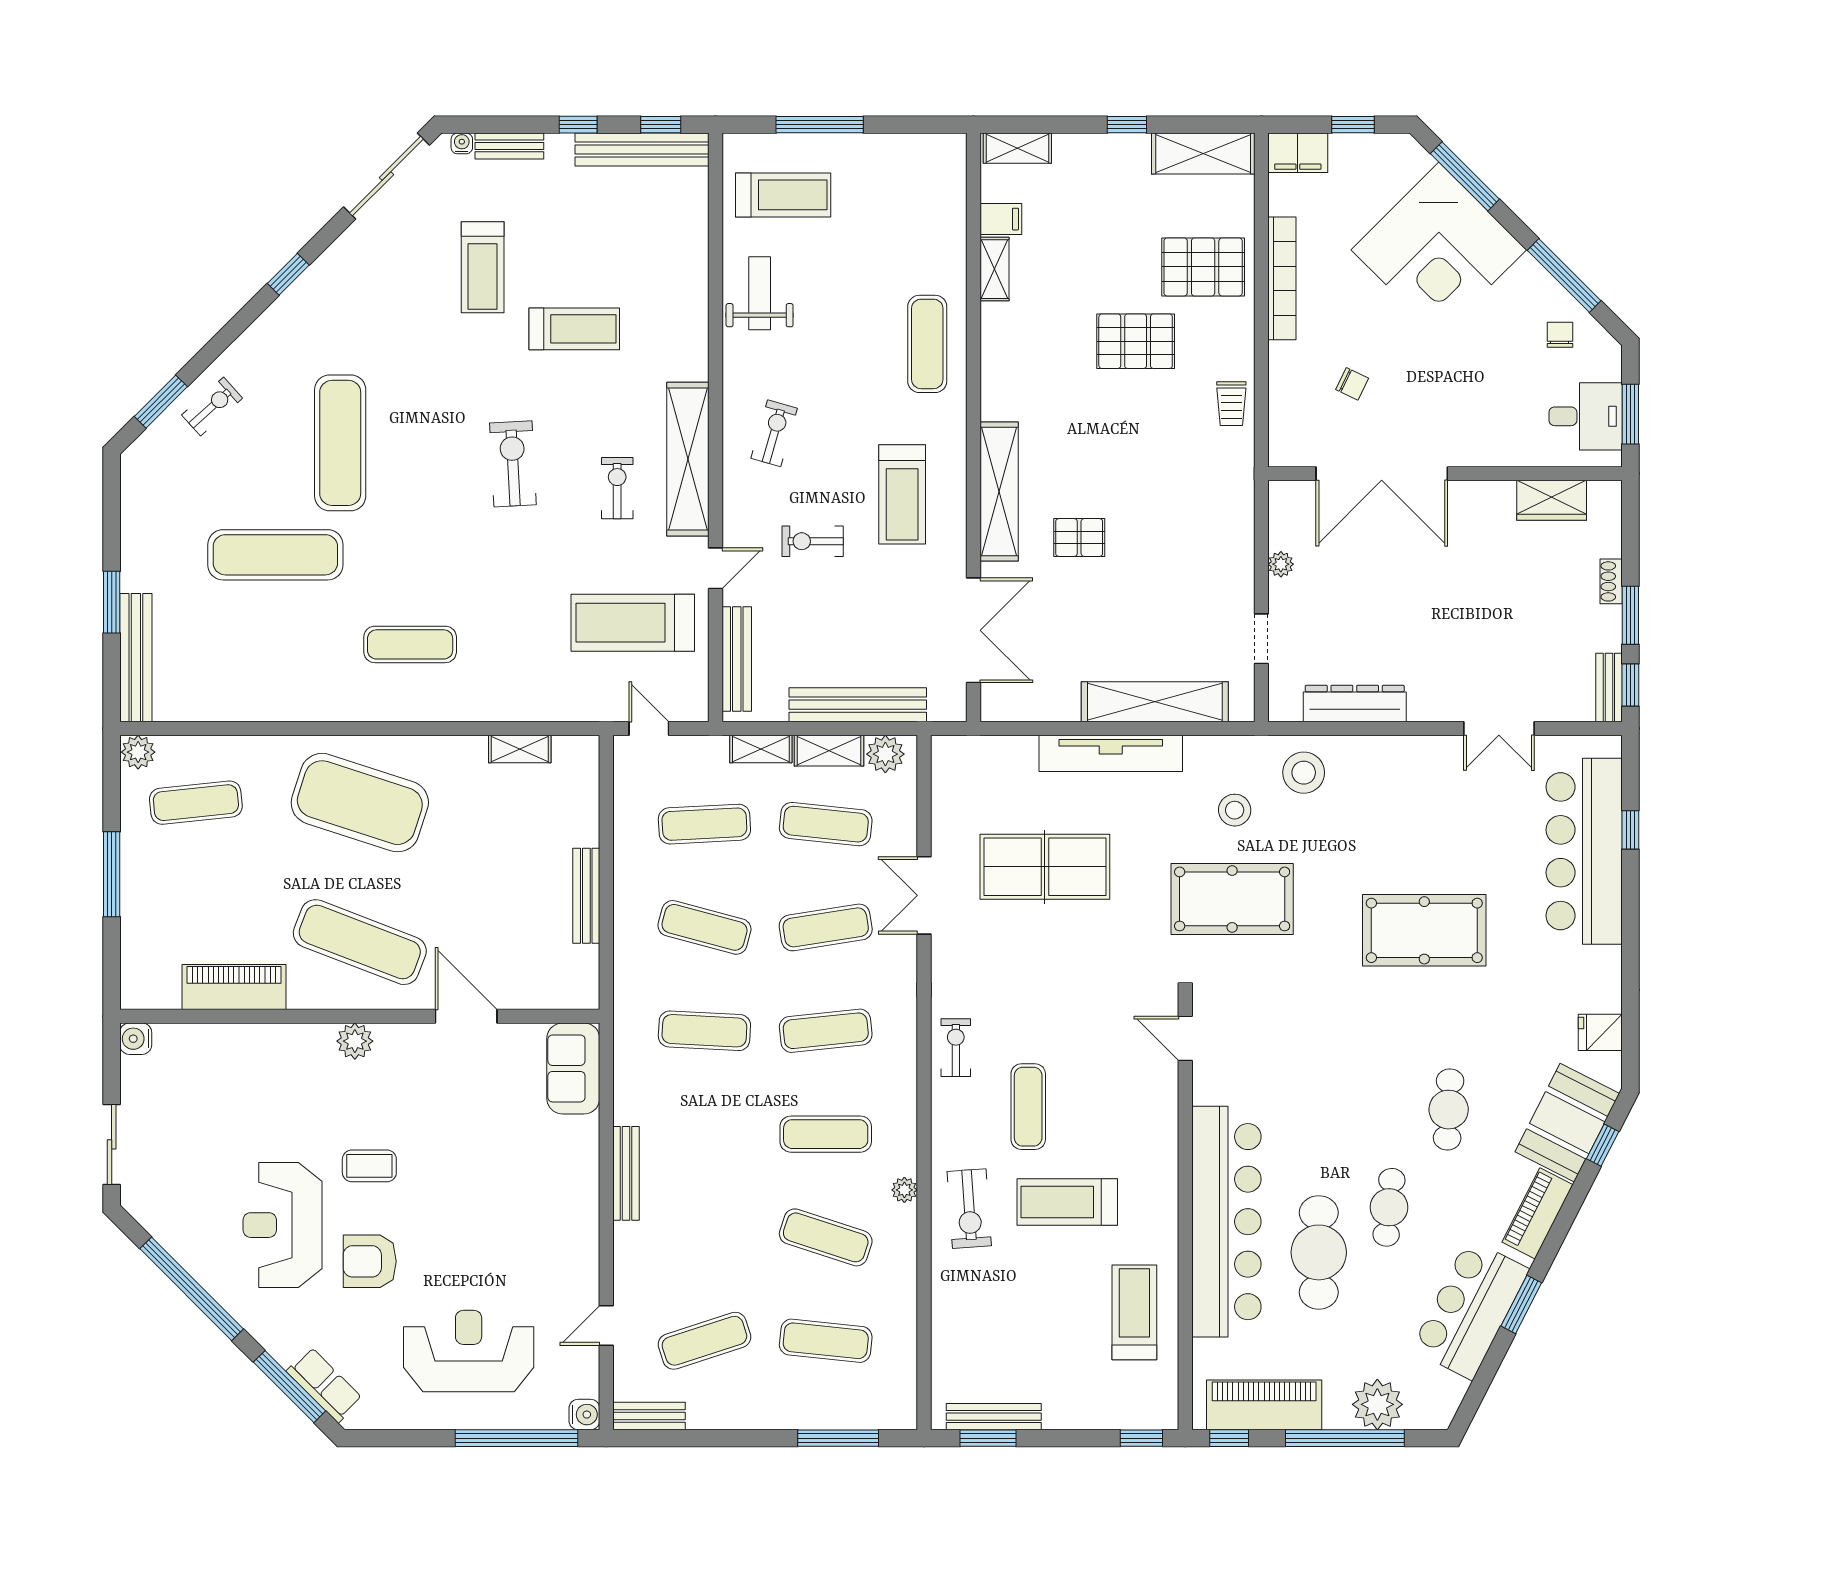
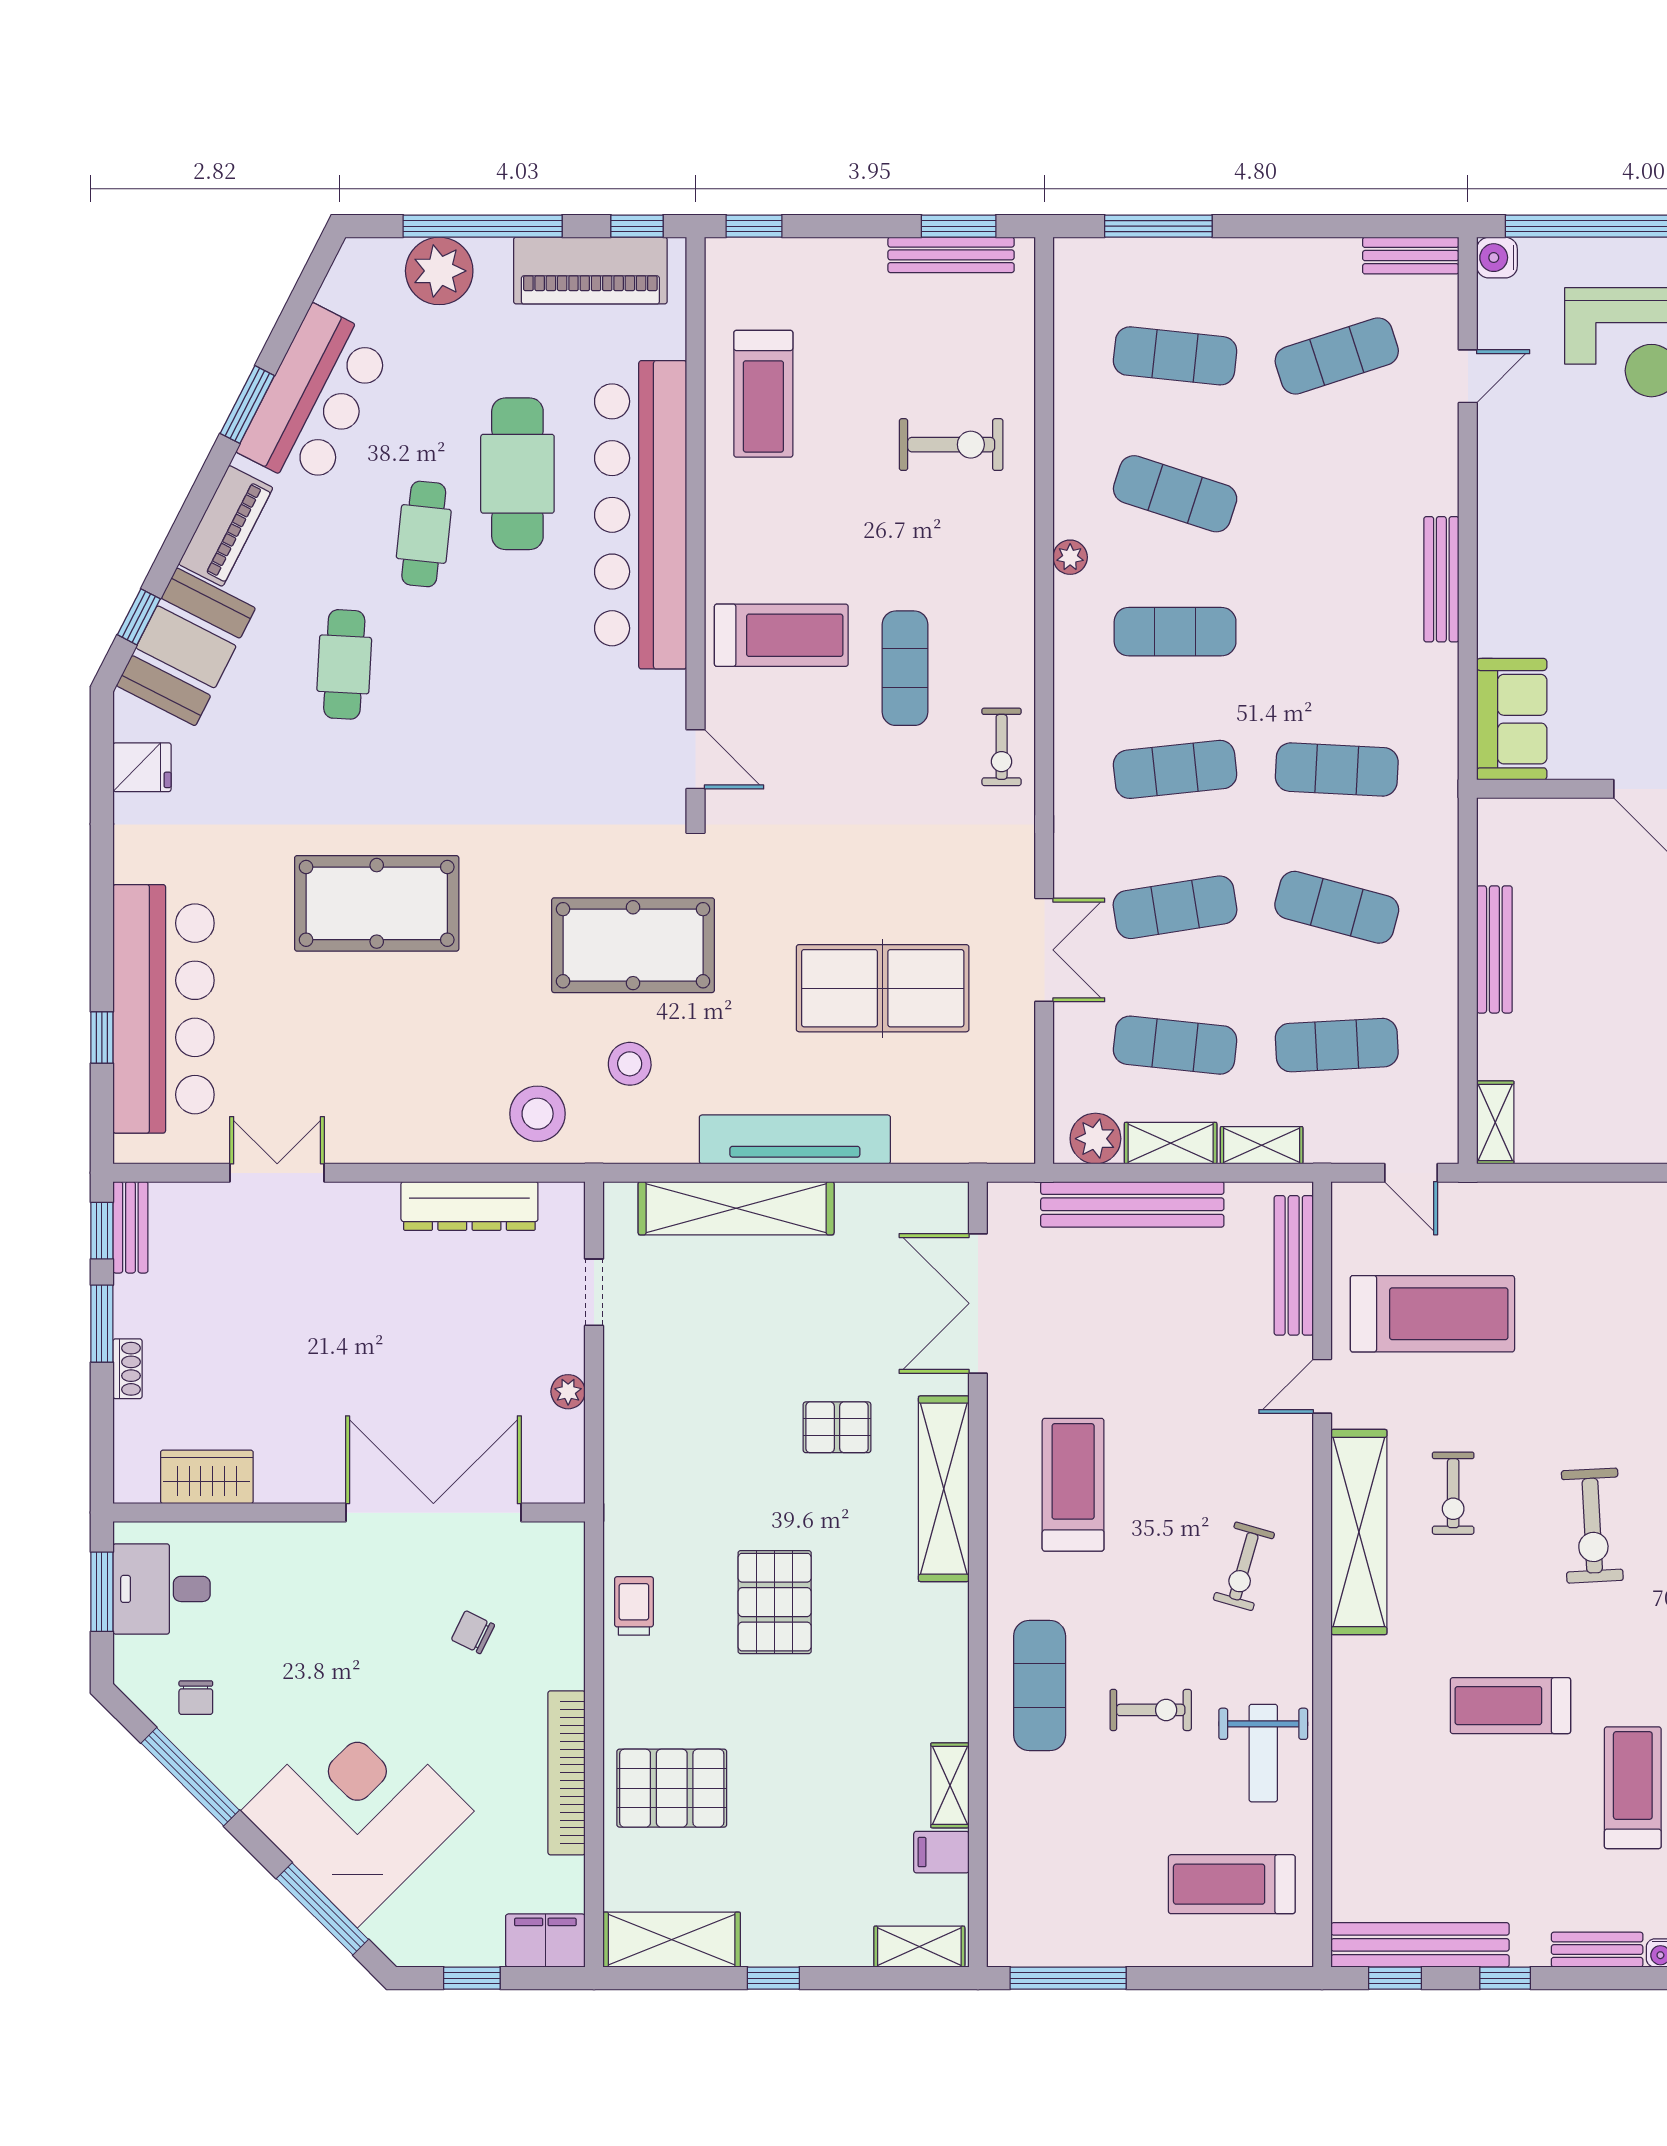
window: (820, 125) -> (1068, 1978), moved
pallet: (1136, 341) -> (775, 1602), moved, turned 90
exercise bike: (813, 541) -> (1151, 1710), moved
shelving: (520, 749) -> (1495, 1122), moved, turned 90
treadmill: (1067, 1202) -> (781, 635), moved
exercise bike: (969, 1209) -> (951, 445), moved, turned 94

